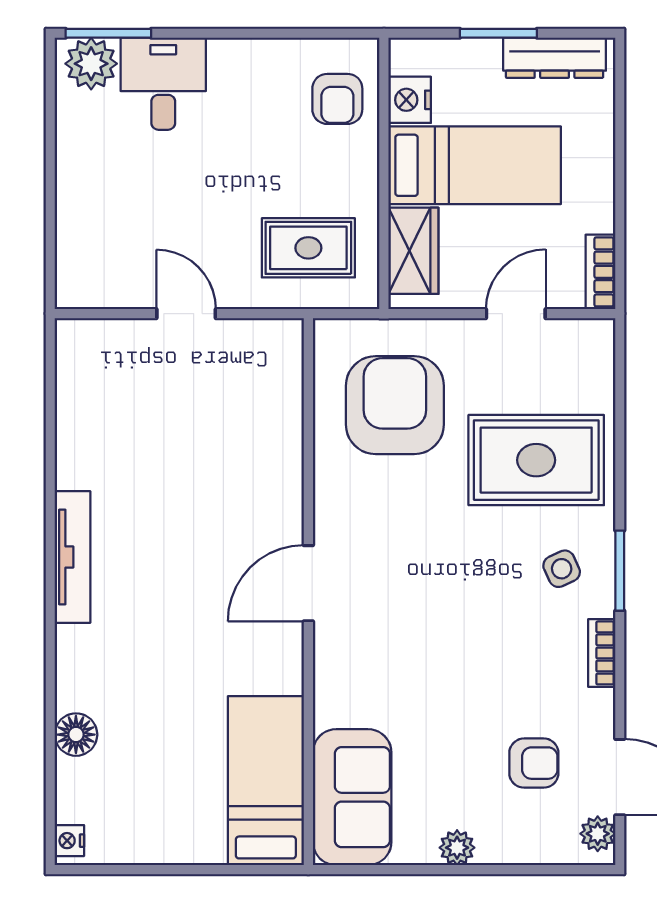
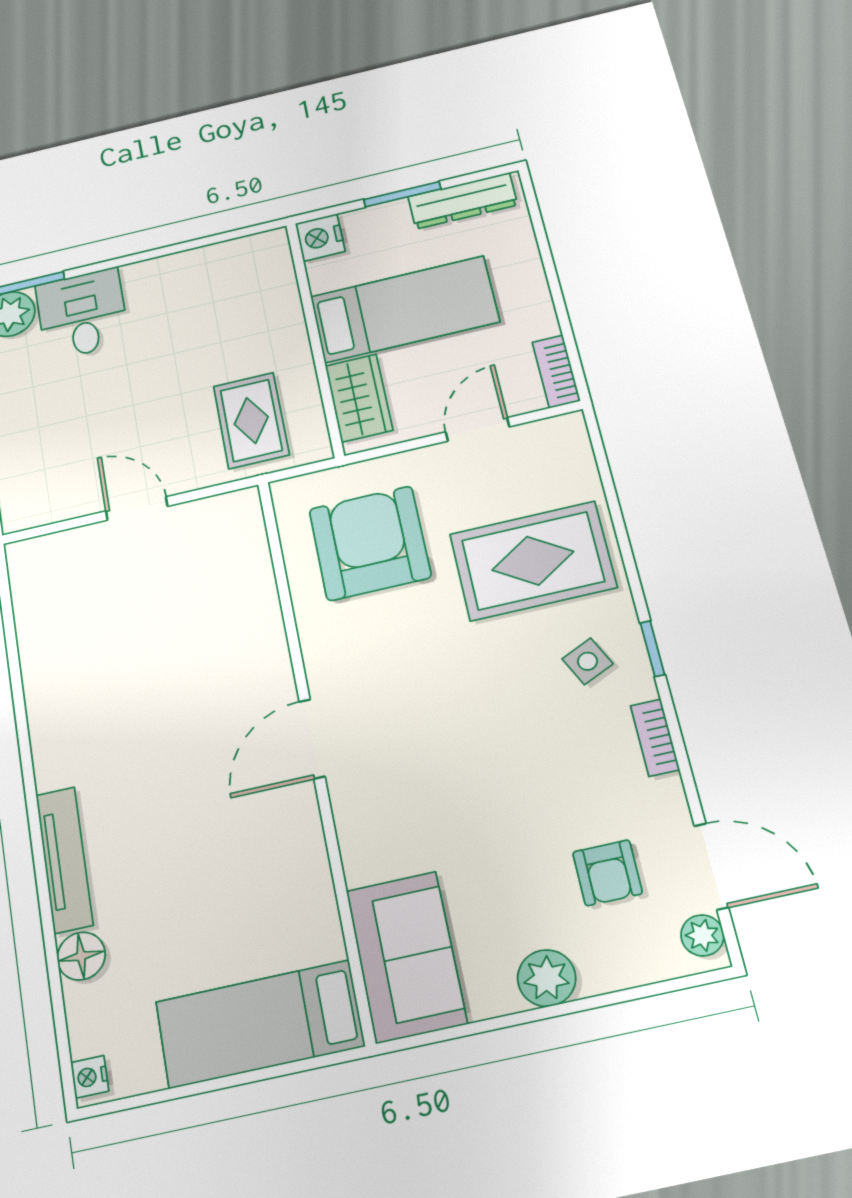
armchair: (337, 99) -> (255, 286), removed
nightstand: (410, 100) -> (320, 238), moved
rug: (308, 248) -> (251, 420), turned 90
tv unit: (73, 557) -> (64, 860), moved
window: (620, 571) -> (652, 649), width x0.67
armchair: (534, 763) -> (607, 873), turned 90
bed: (266, 781) -> (260, 1024), moved, turned -90
plant: (457, 848) -> (547, 978), width x1.38, depth x1.38

